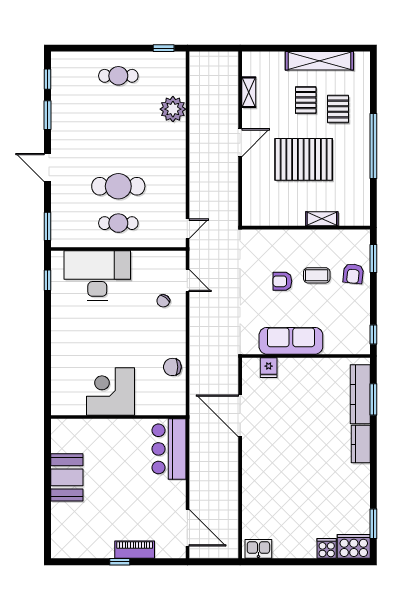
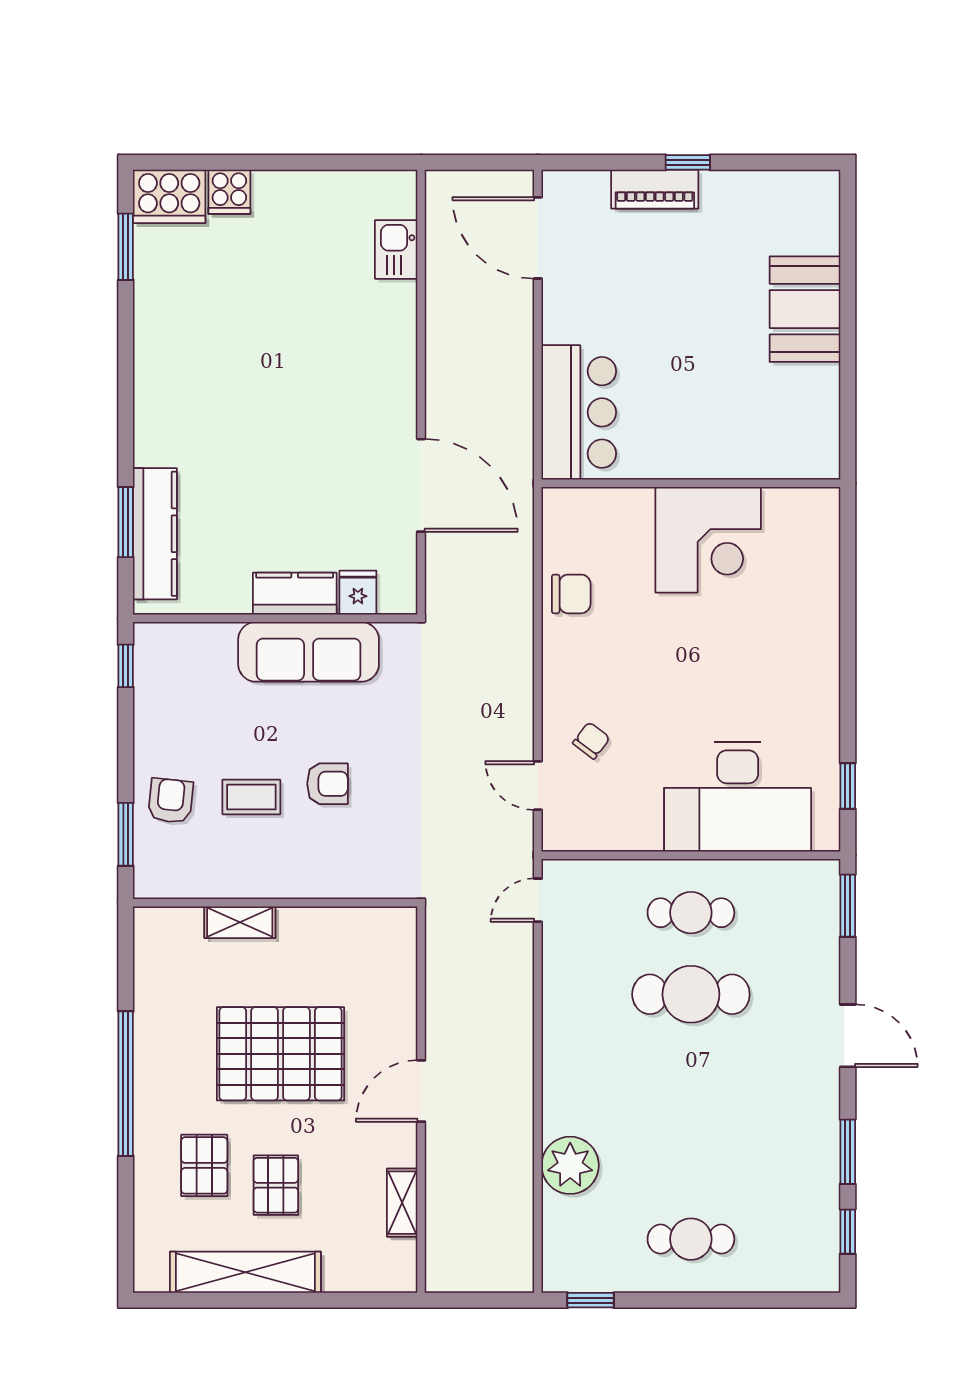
kitchen counter: (361, 444) -> (295, 594), moved, turned -90
booth: (67, 477) -> (805, 309), moved
kitchen sink: (258, 549) -> (396, 249), moved, turned 90

